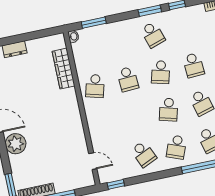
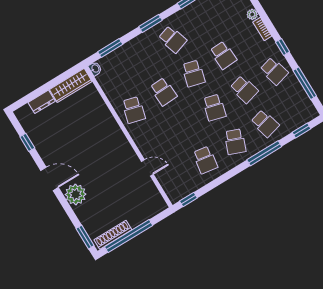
window: (150, 11) -> (151, 23), moved
wardrobe: (64, 69) -> (71, 85), moved, turned -90
school desk: (144, 154) -> (205, 160), turned 33
door: (93, 161) -> (147, 168), moved

